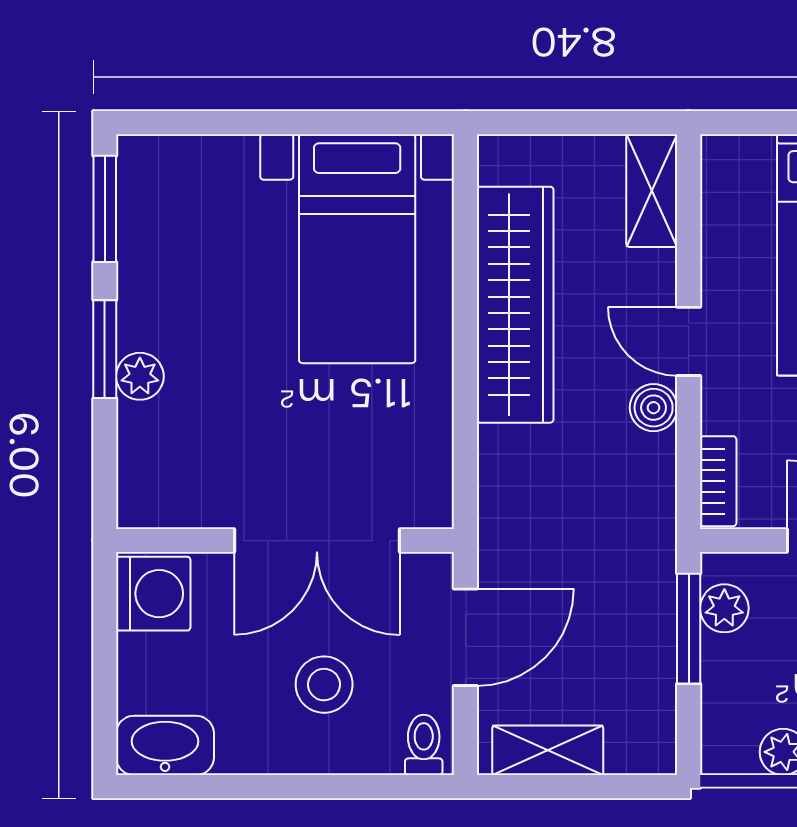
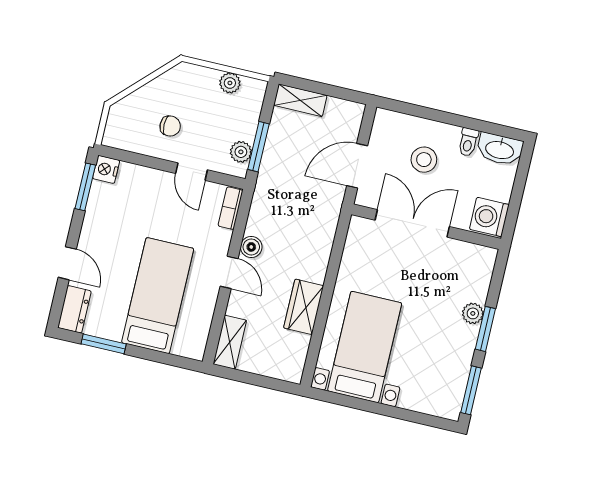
wardrobe: (515, 305) -> (304, 307), width x0.48, depth x0.85
toilet: (424, 745) -> (468, 142), moved
shelving: (548, 750) -> (300, 100), moved

